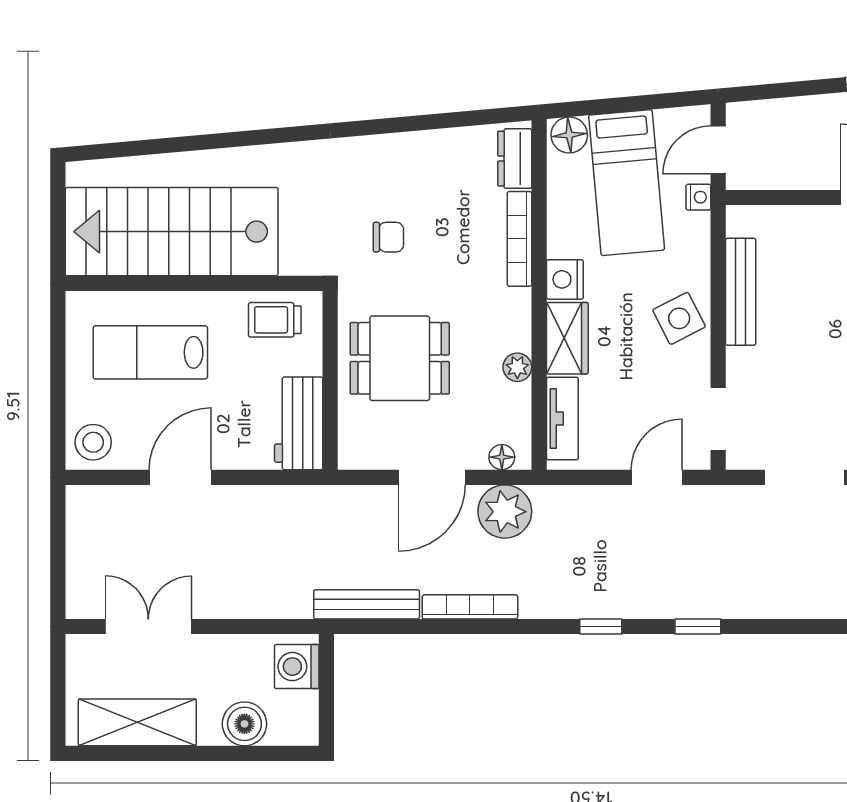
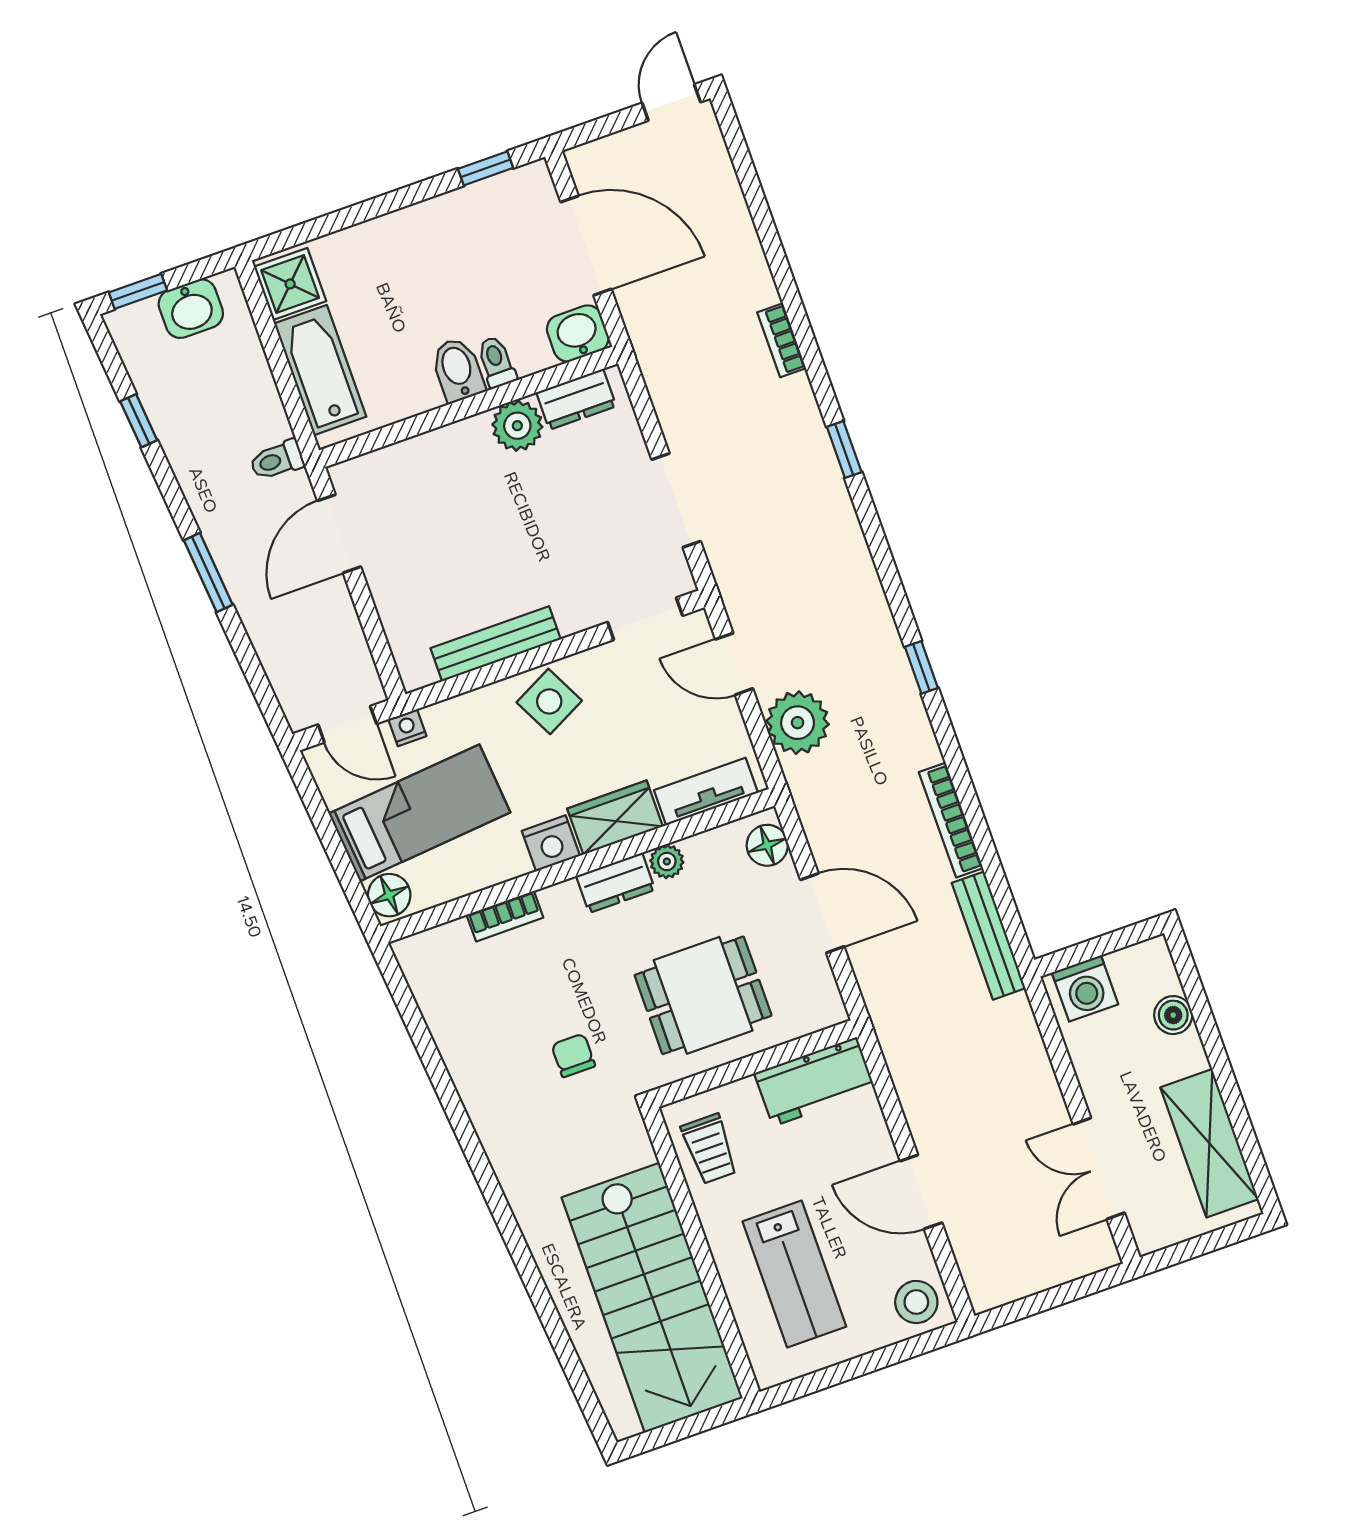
dresser: (515, 159) -> (616, 883), moved
bookcase: (519, 239) -> (505, 916), width x0.64
dining table: (400, 358) -> (703, 995), turned 90
floor lamp: (502, 457) -> (767, 845), width x1.37, depth x1.37
plant: (505, 512) -> (798, 723), moved
window: (698, 627) -> (844, 450), moved
boiler: (244, 724) -> (1173, 1015), width x0.73, depth x0.73

